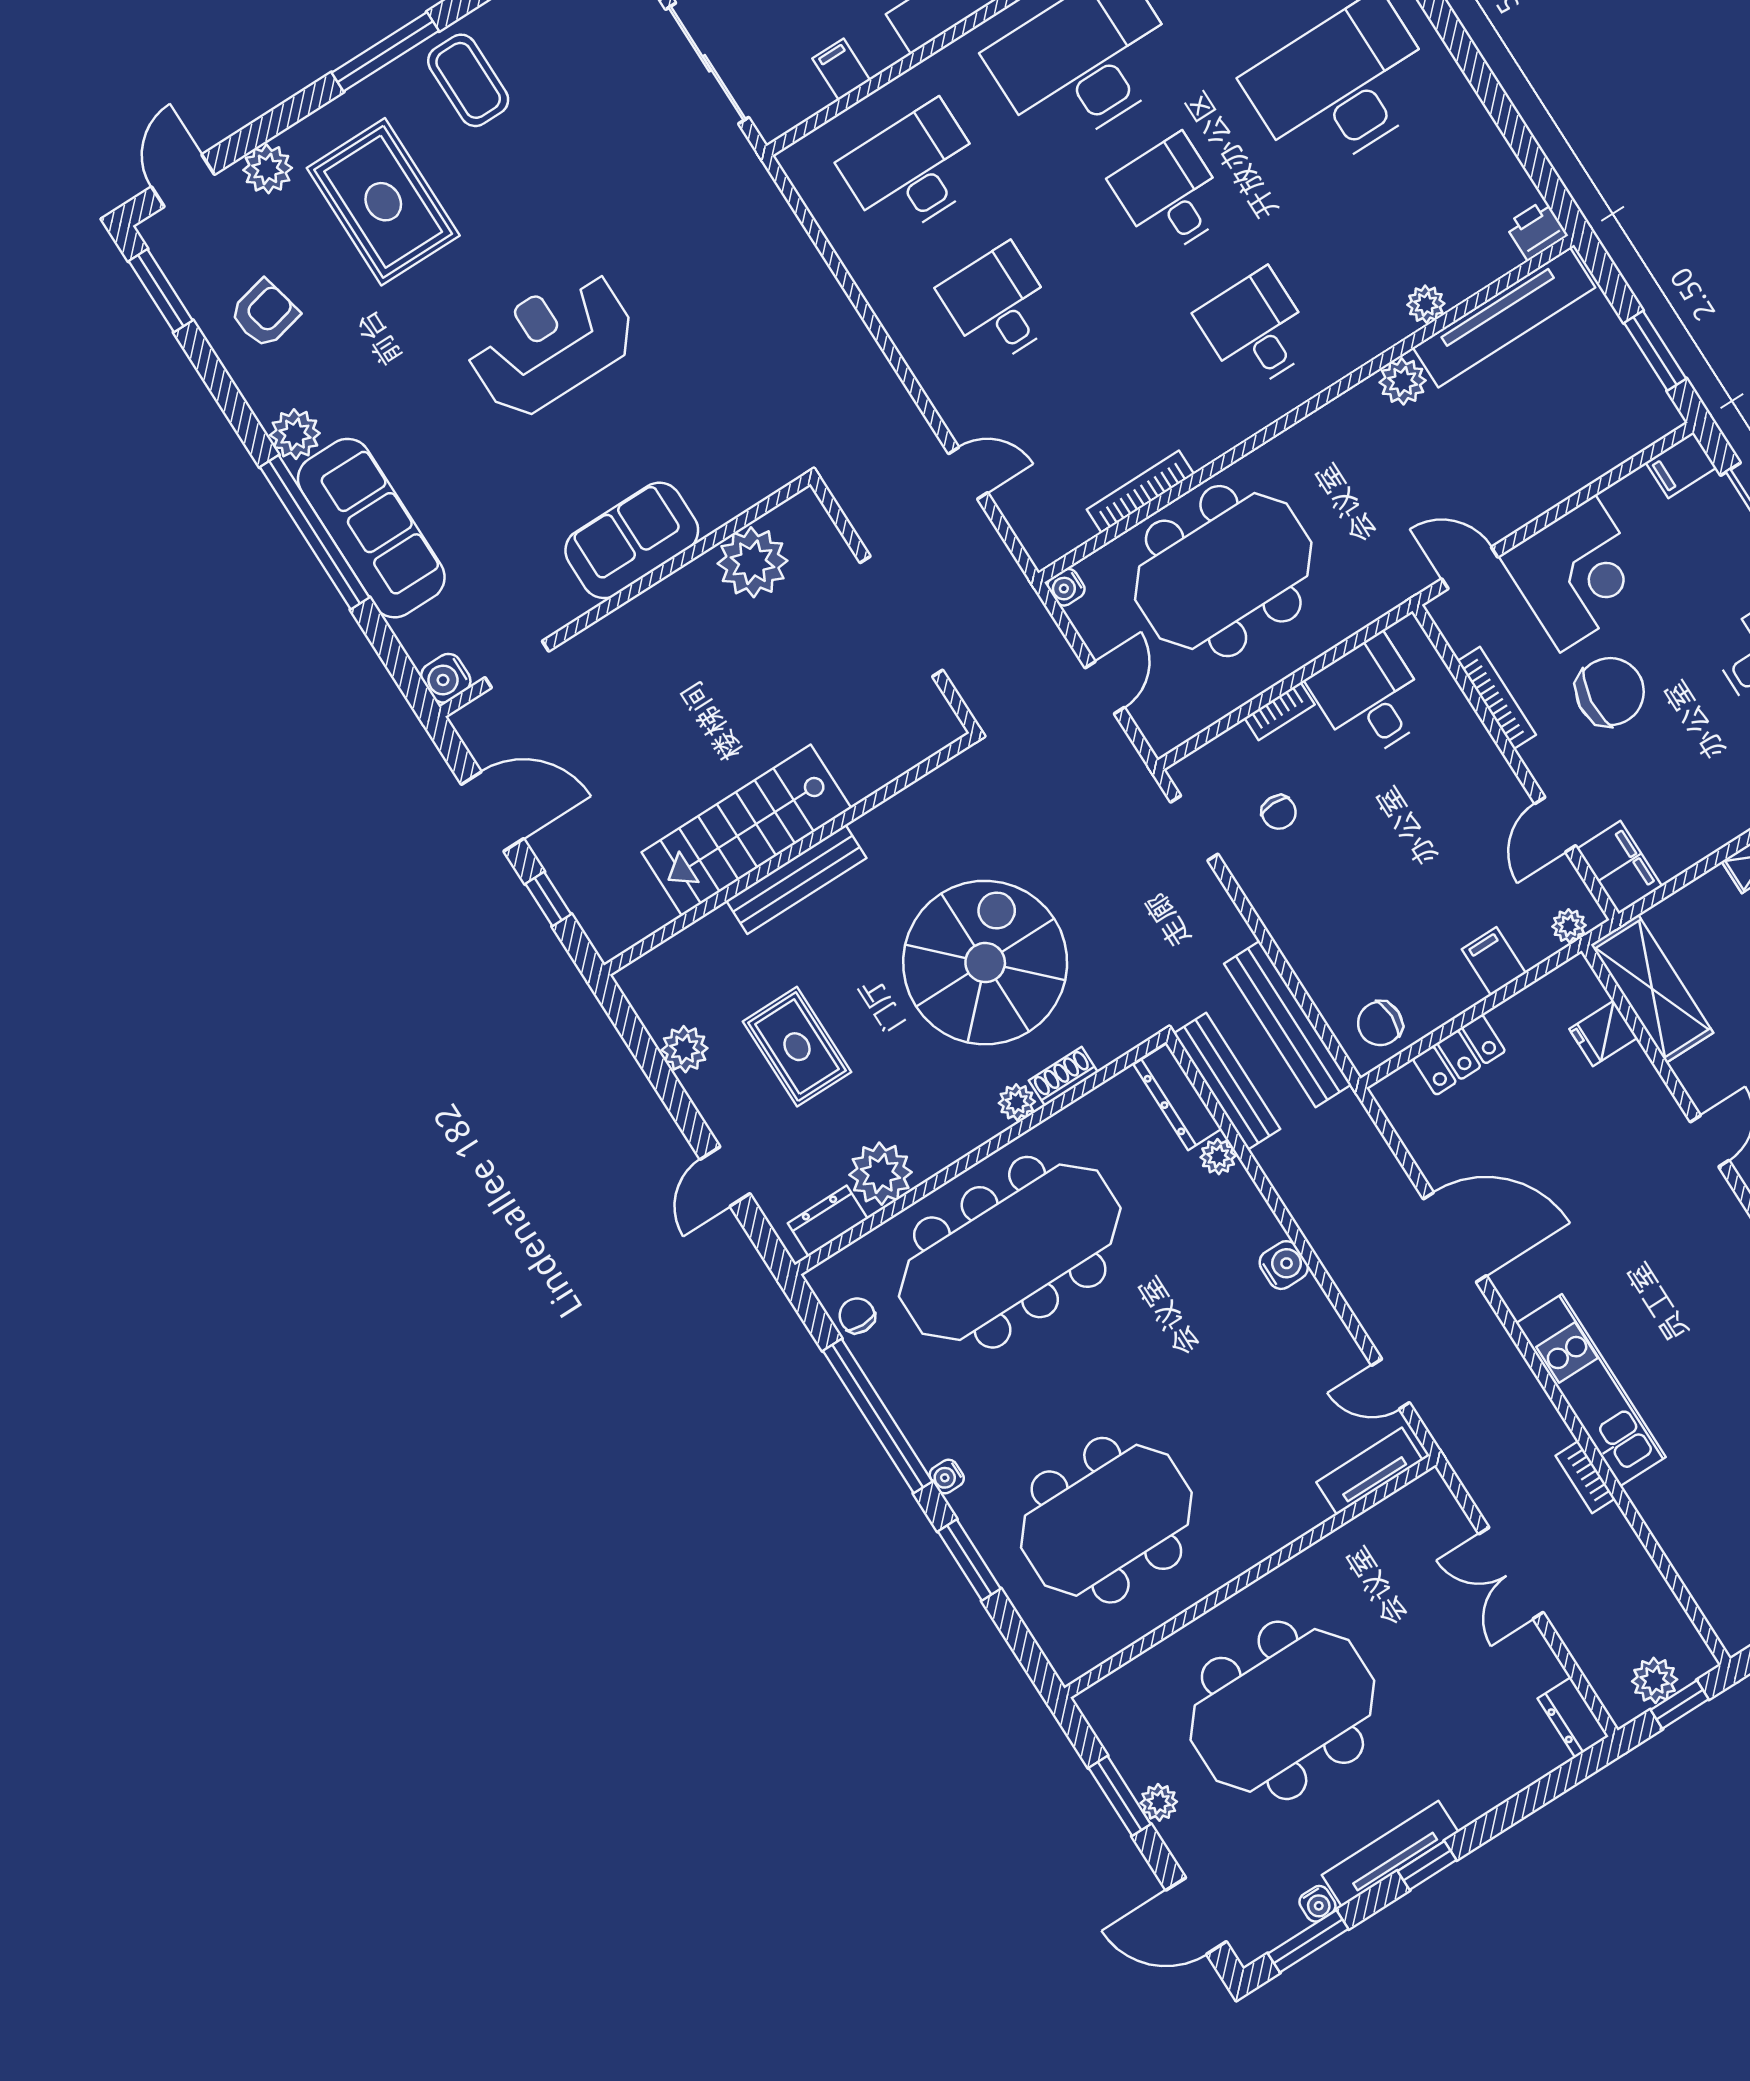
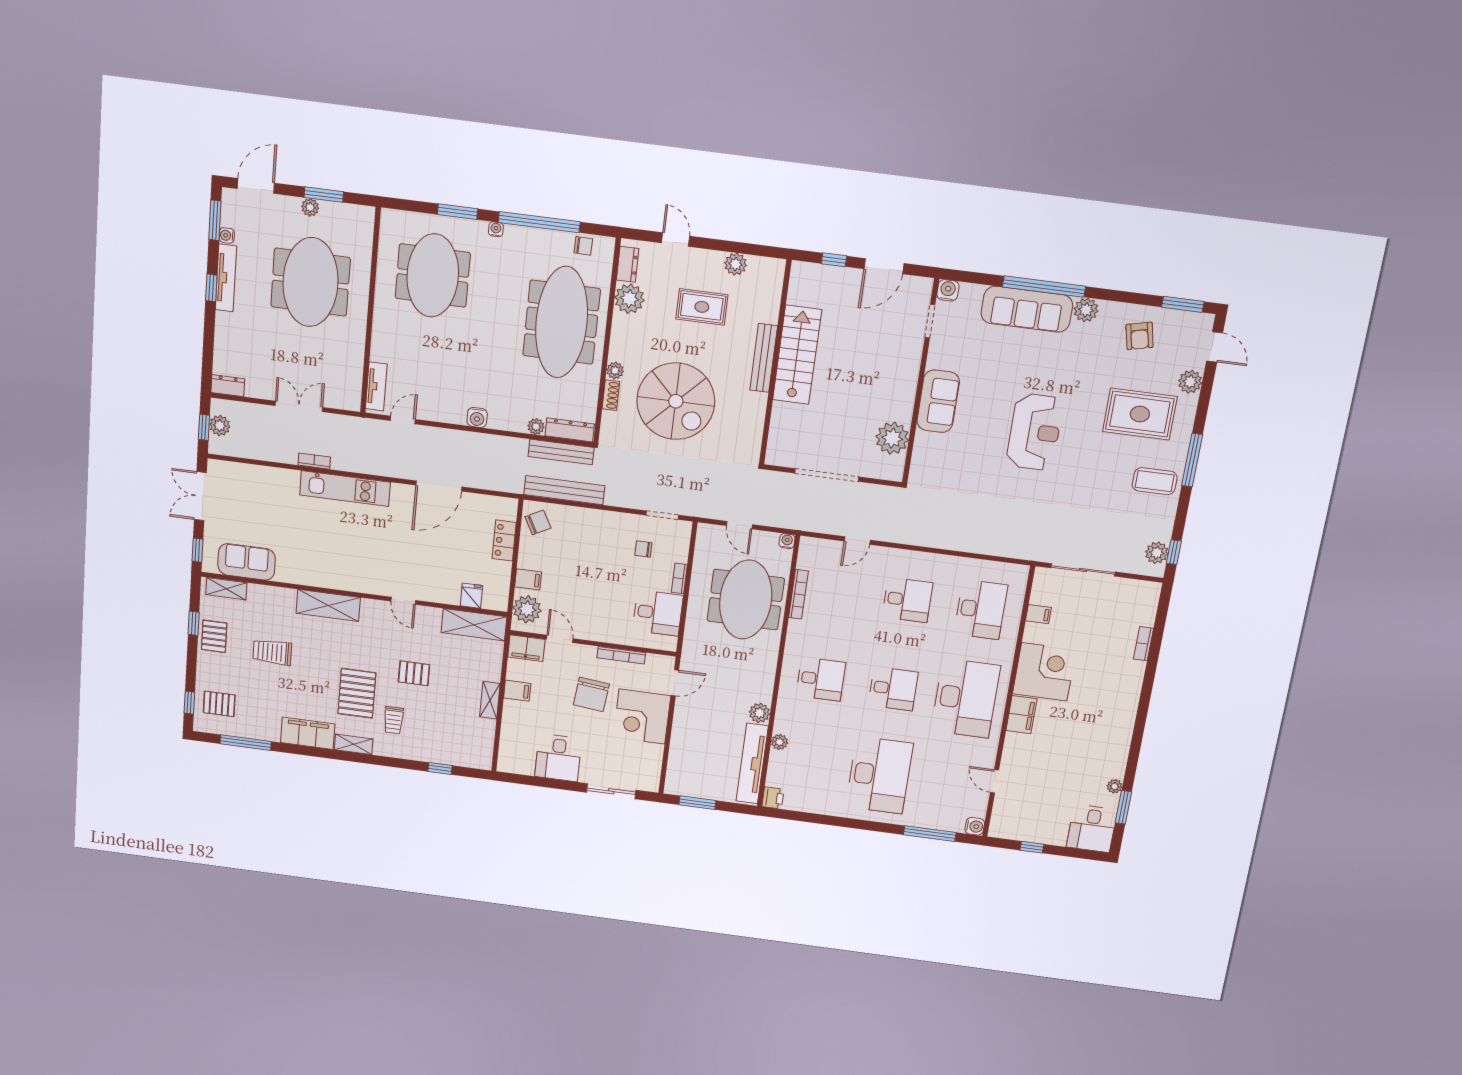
filing cabinet: (1681, 465) -> (517, 691), moved, turned 90
plant: (1569, 926) -> (527, 609), width x1.88, depth x1.88
chair: (1380, 1023) -> (538, 522), turned 62

